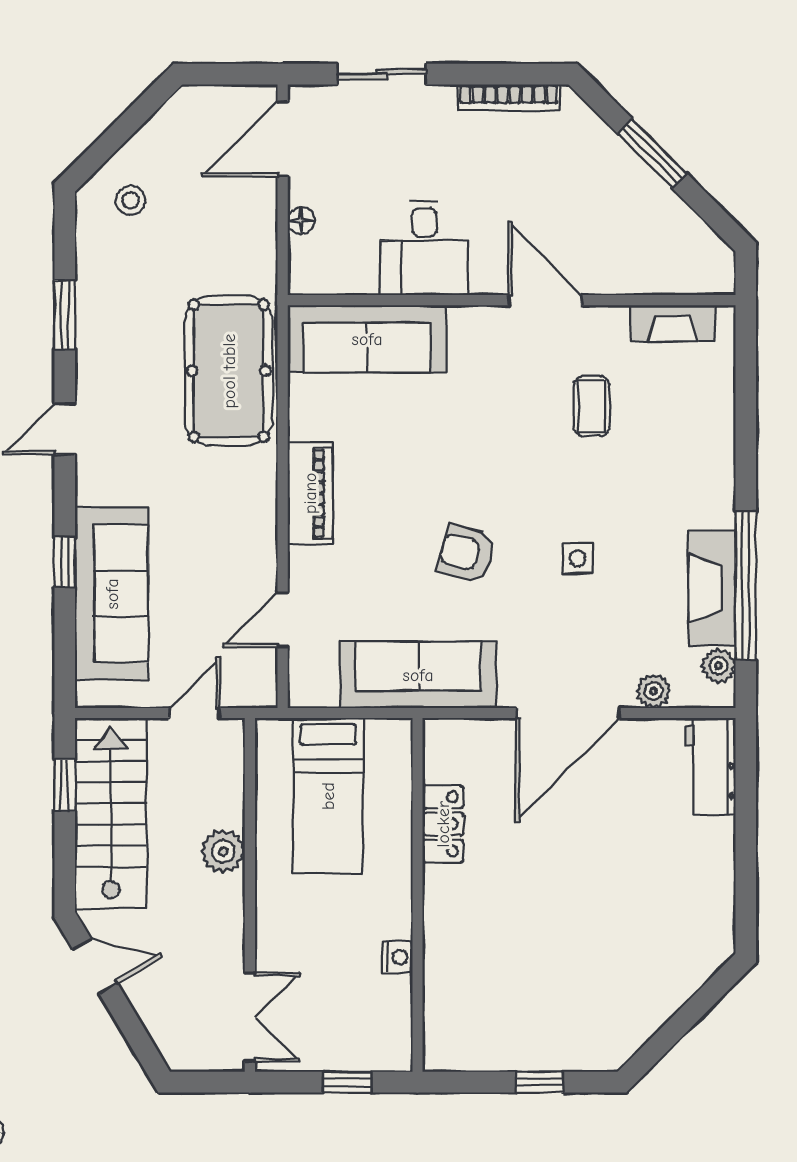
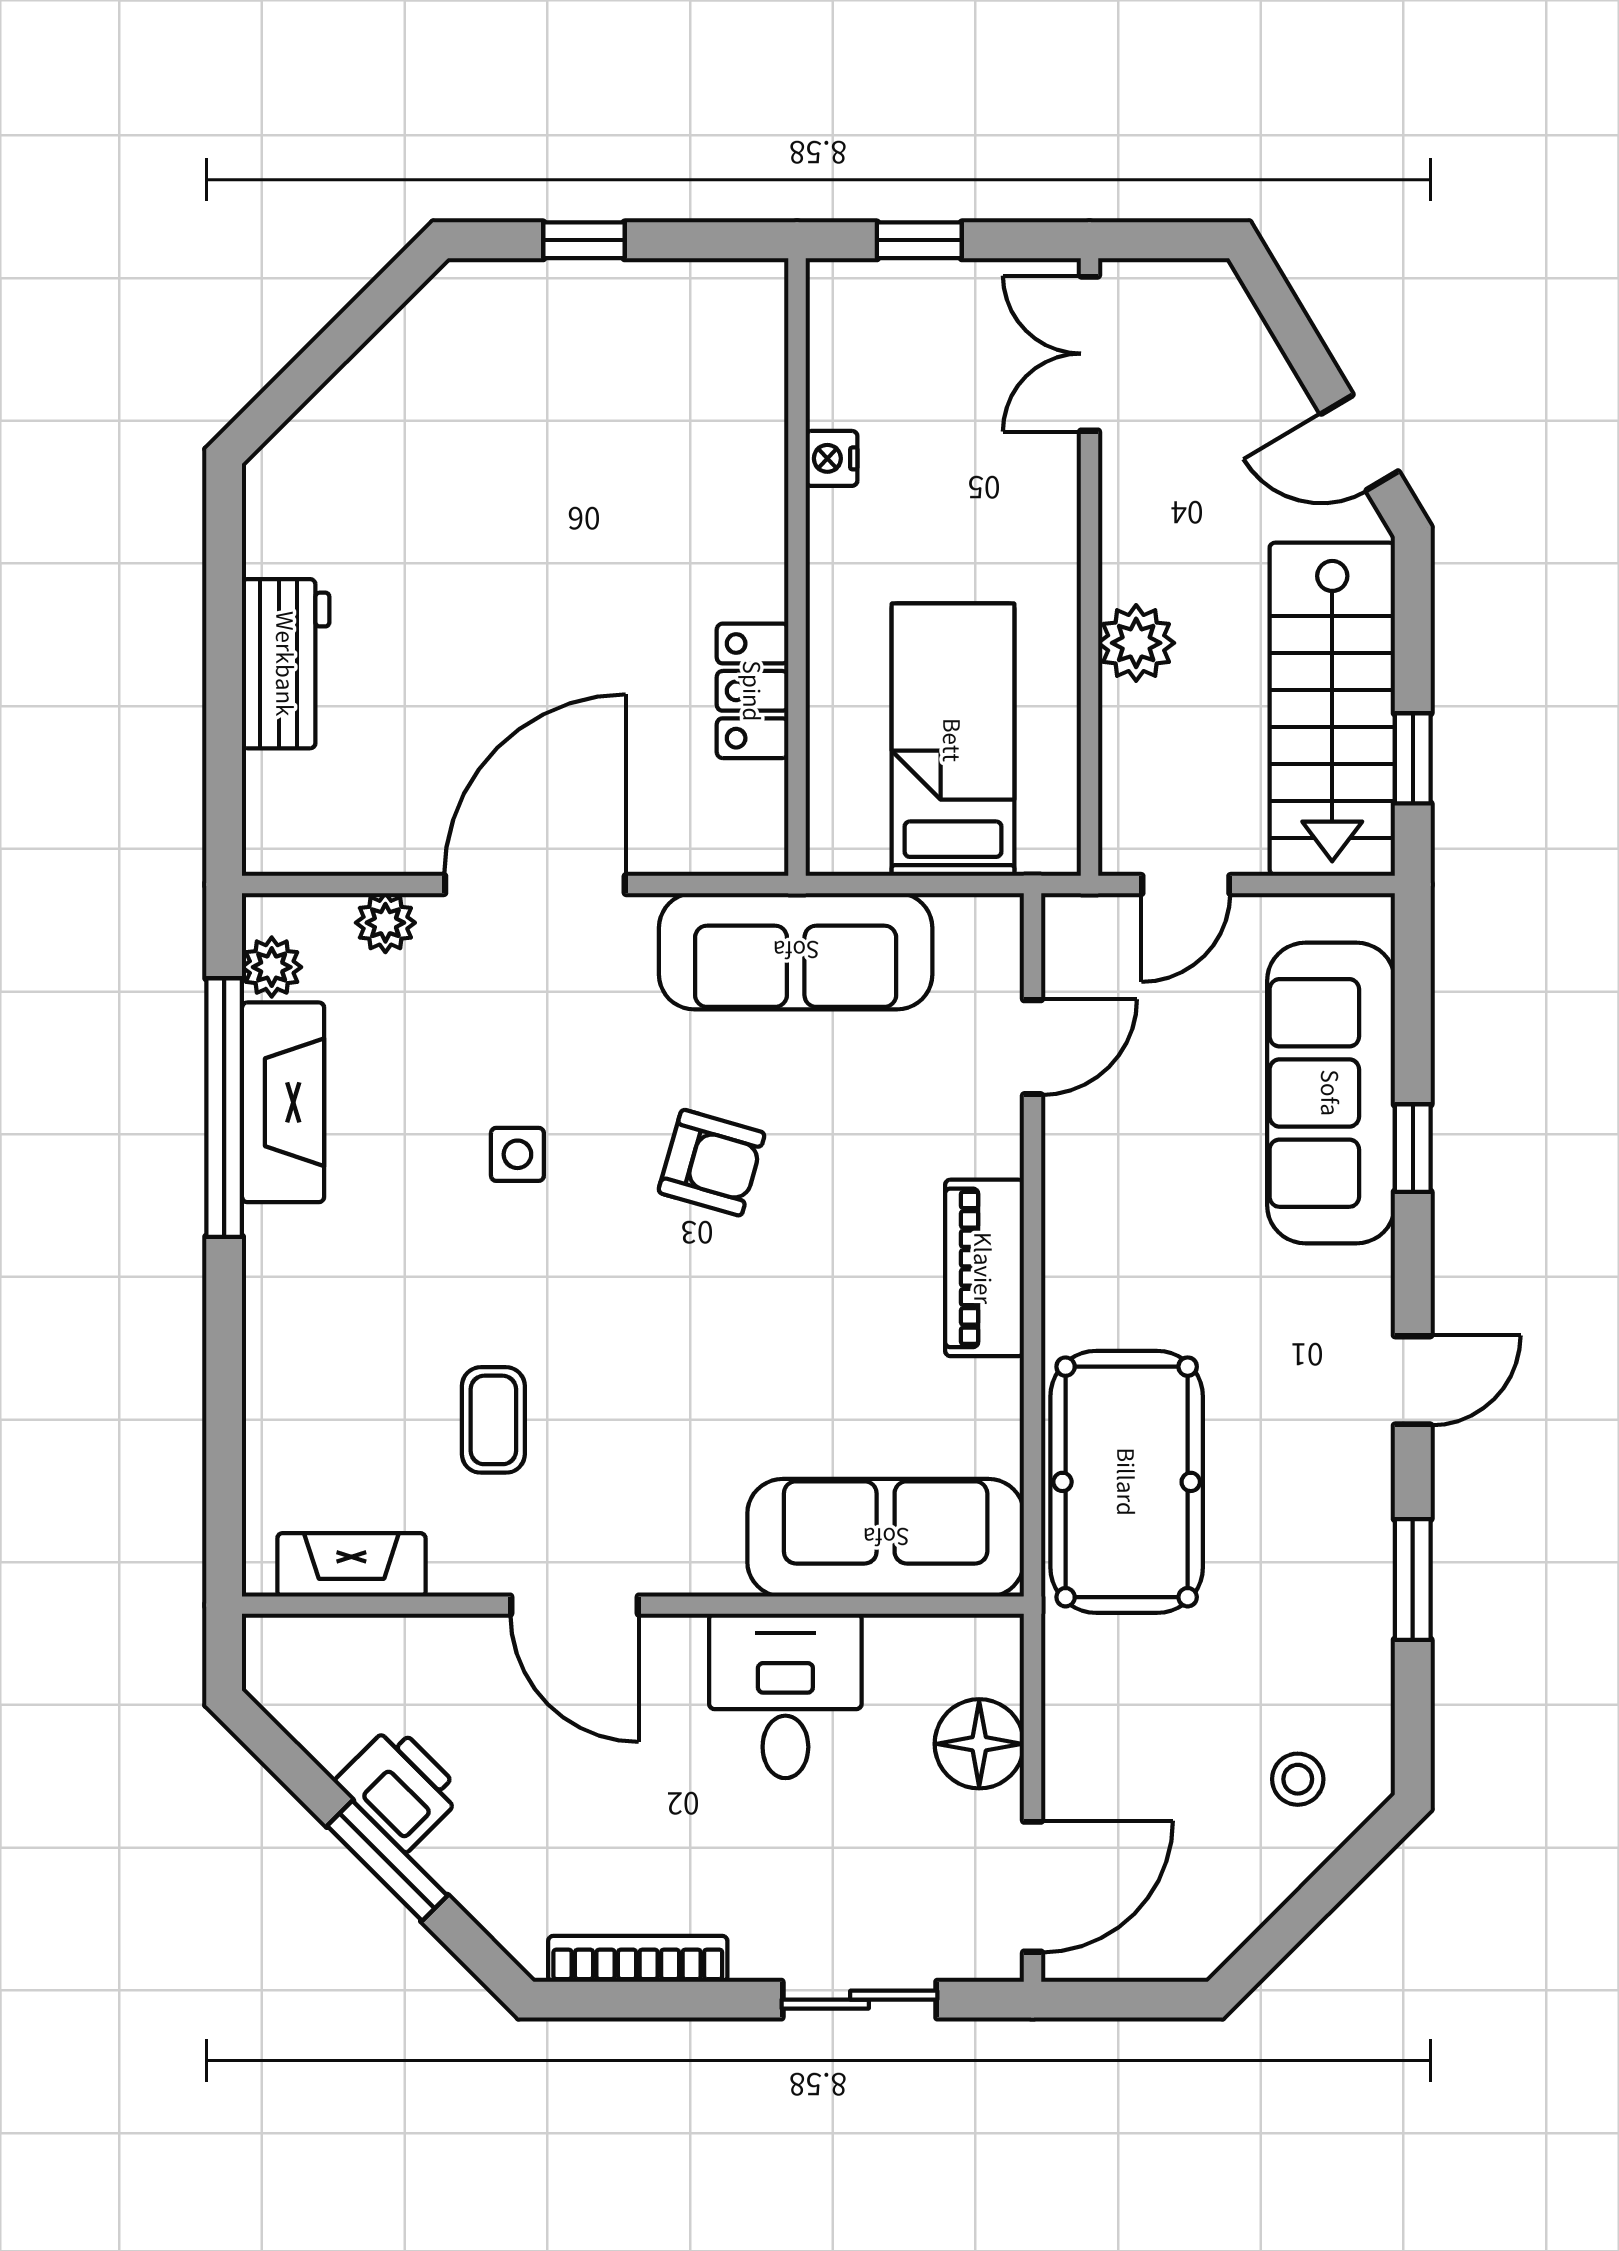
printer: (645, 195) -> (400, 1788), added
floor lamp: (301, 221) -> (979, 1744), width x1.89, depth x1.89
workbench: (710, 766) -> (286, 664), moved

